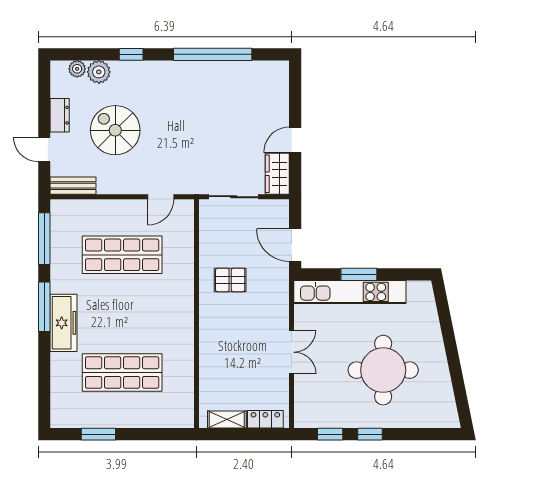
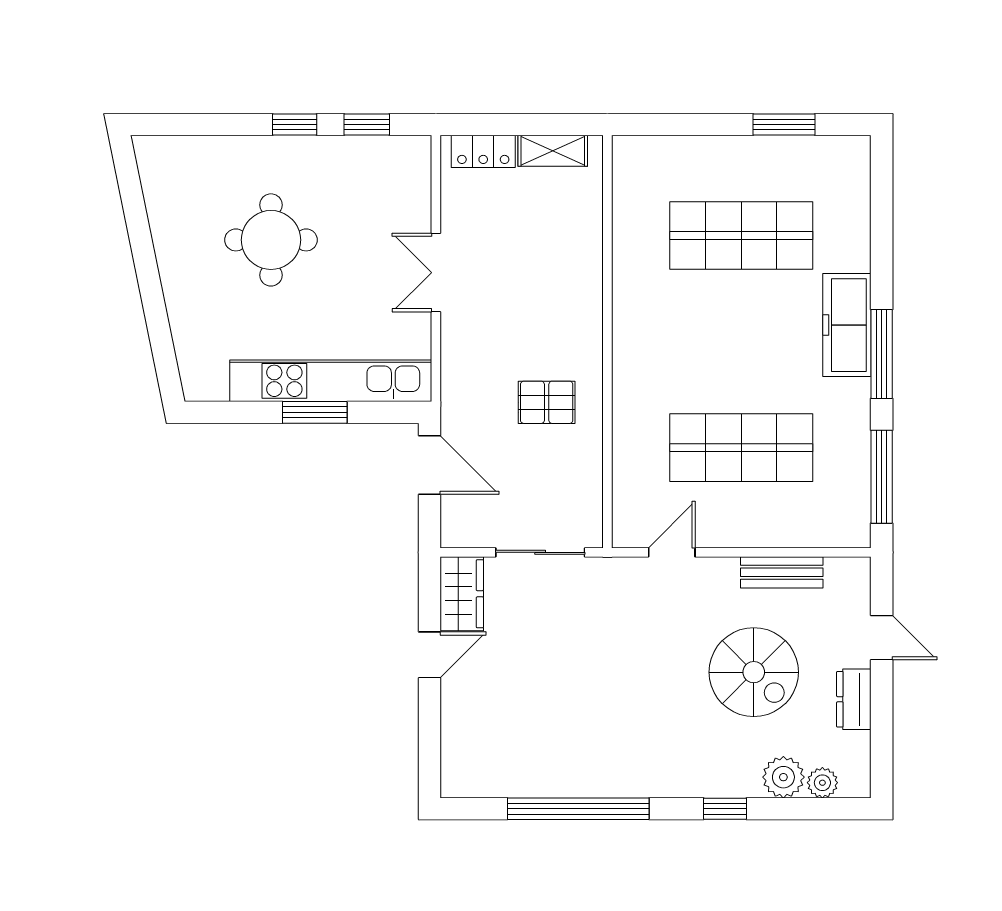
bench: (73, 186) -> (782, 572), moved
round table: (383, 370) -> (271, 240), width x0.73, depth x0.73

